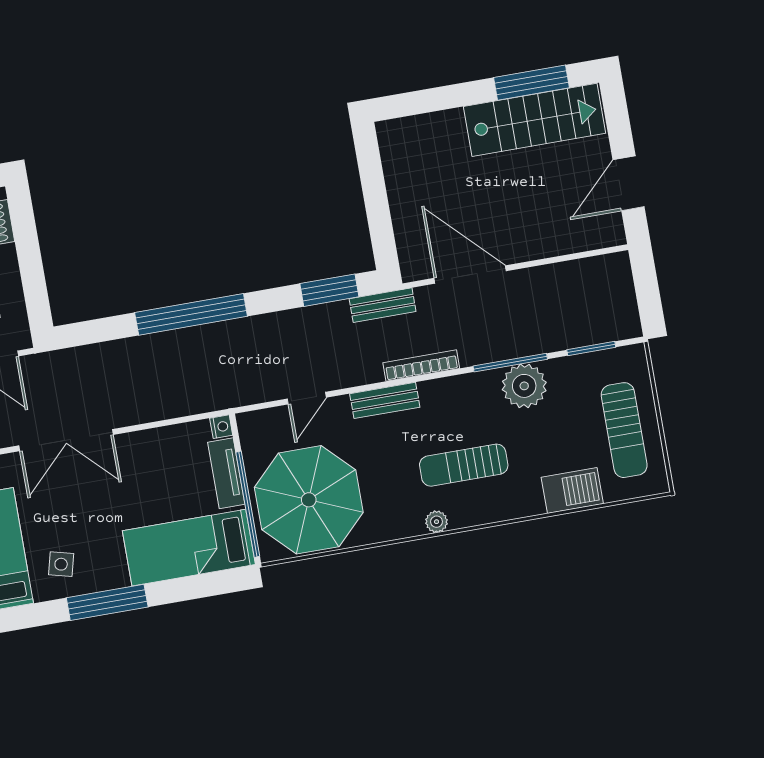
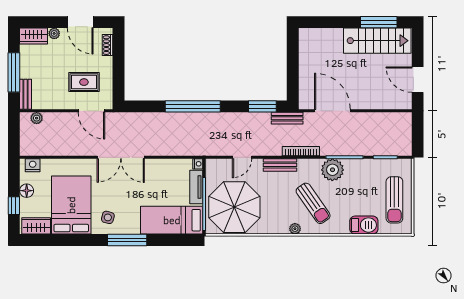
door: (629, 183) -> (418, 80), hinge flipped
plant: (524, 386) -> (332, 170), moved
sun lounger: (464, 465) -> (313, 203), turned -125

